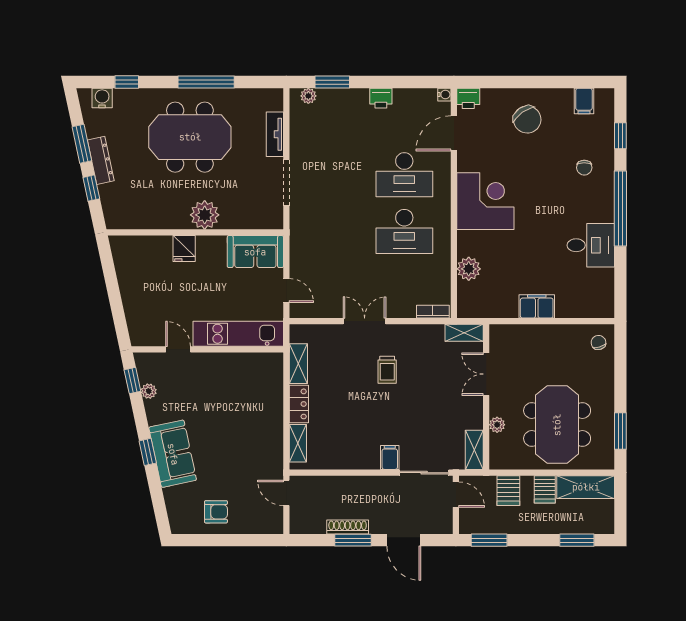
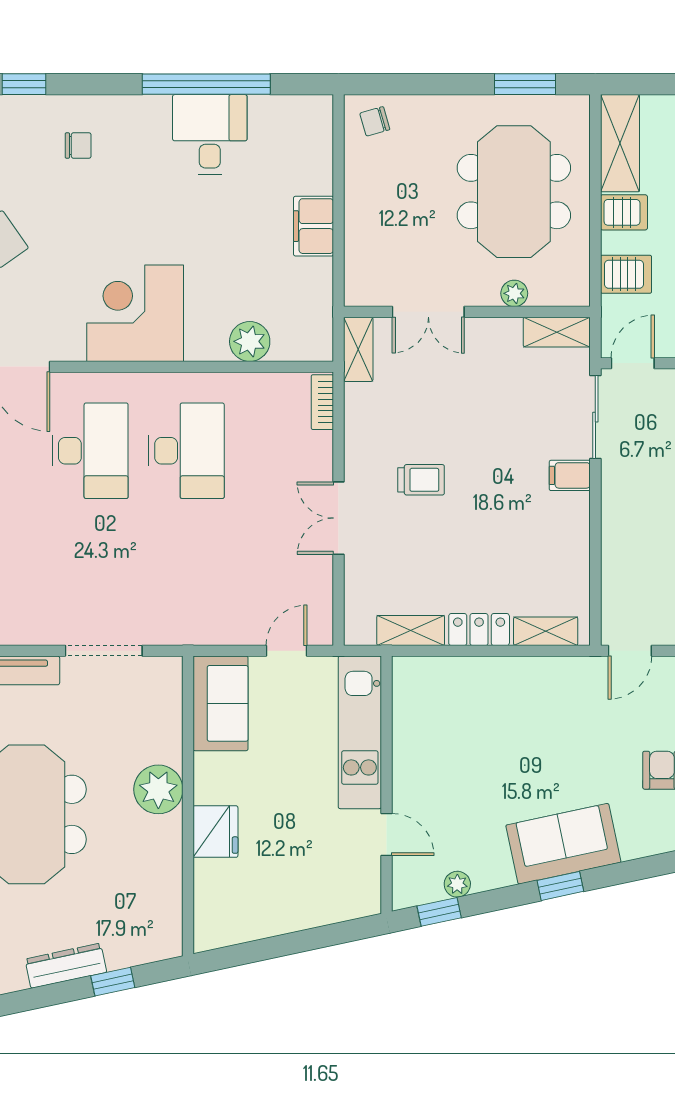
window: (82, 144) -> (38, 998), removed
window: (620, 208) -> (206, 84), moved
fridge: (184, 249) -> (215, 832), width x1.38
door: (178, 349) -> (387, 835), swing flipped
meeting table: (557, 425) -> (514, 192), turned 90

